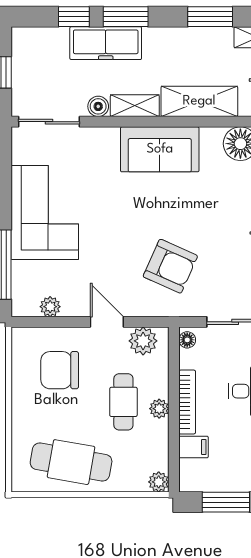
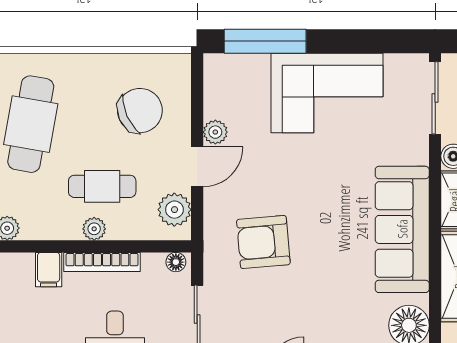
sofa: (160, 149) -> (402, 229), width x1.36
armchair: (170, 266) -> (263, 242), turned 61
plant: (50, 307) -> (215, 132), moved
chair: (60, 370) -> (140, 111), turned 66

